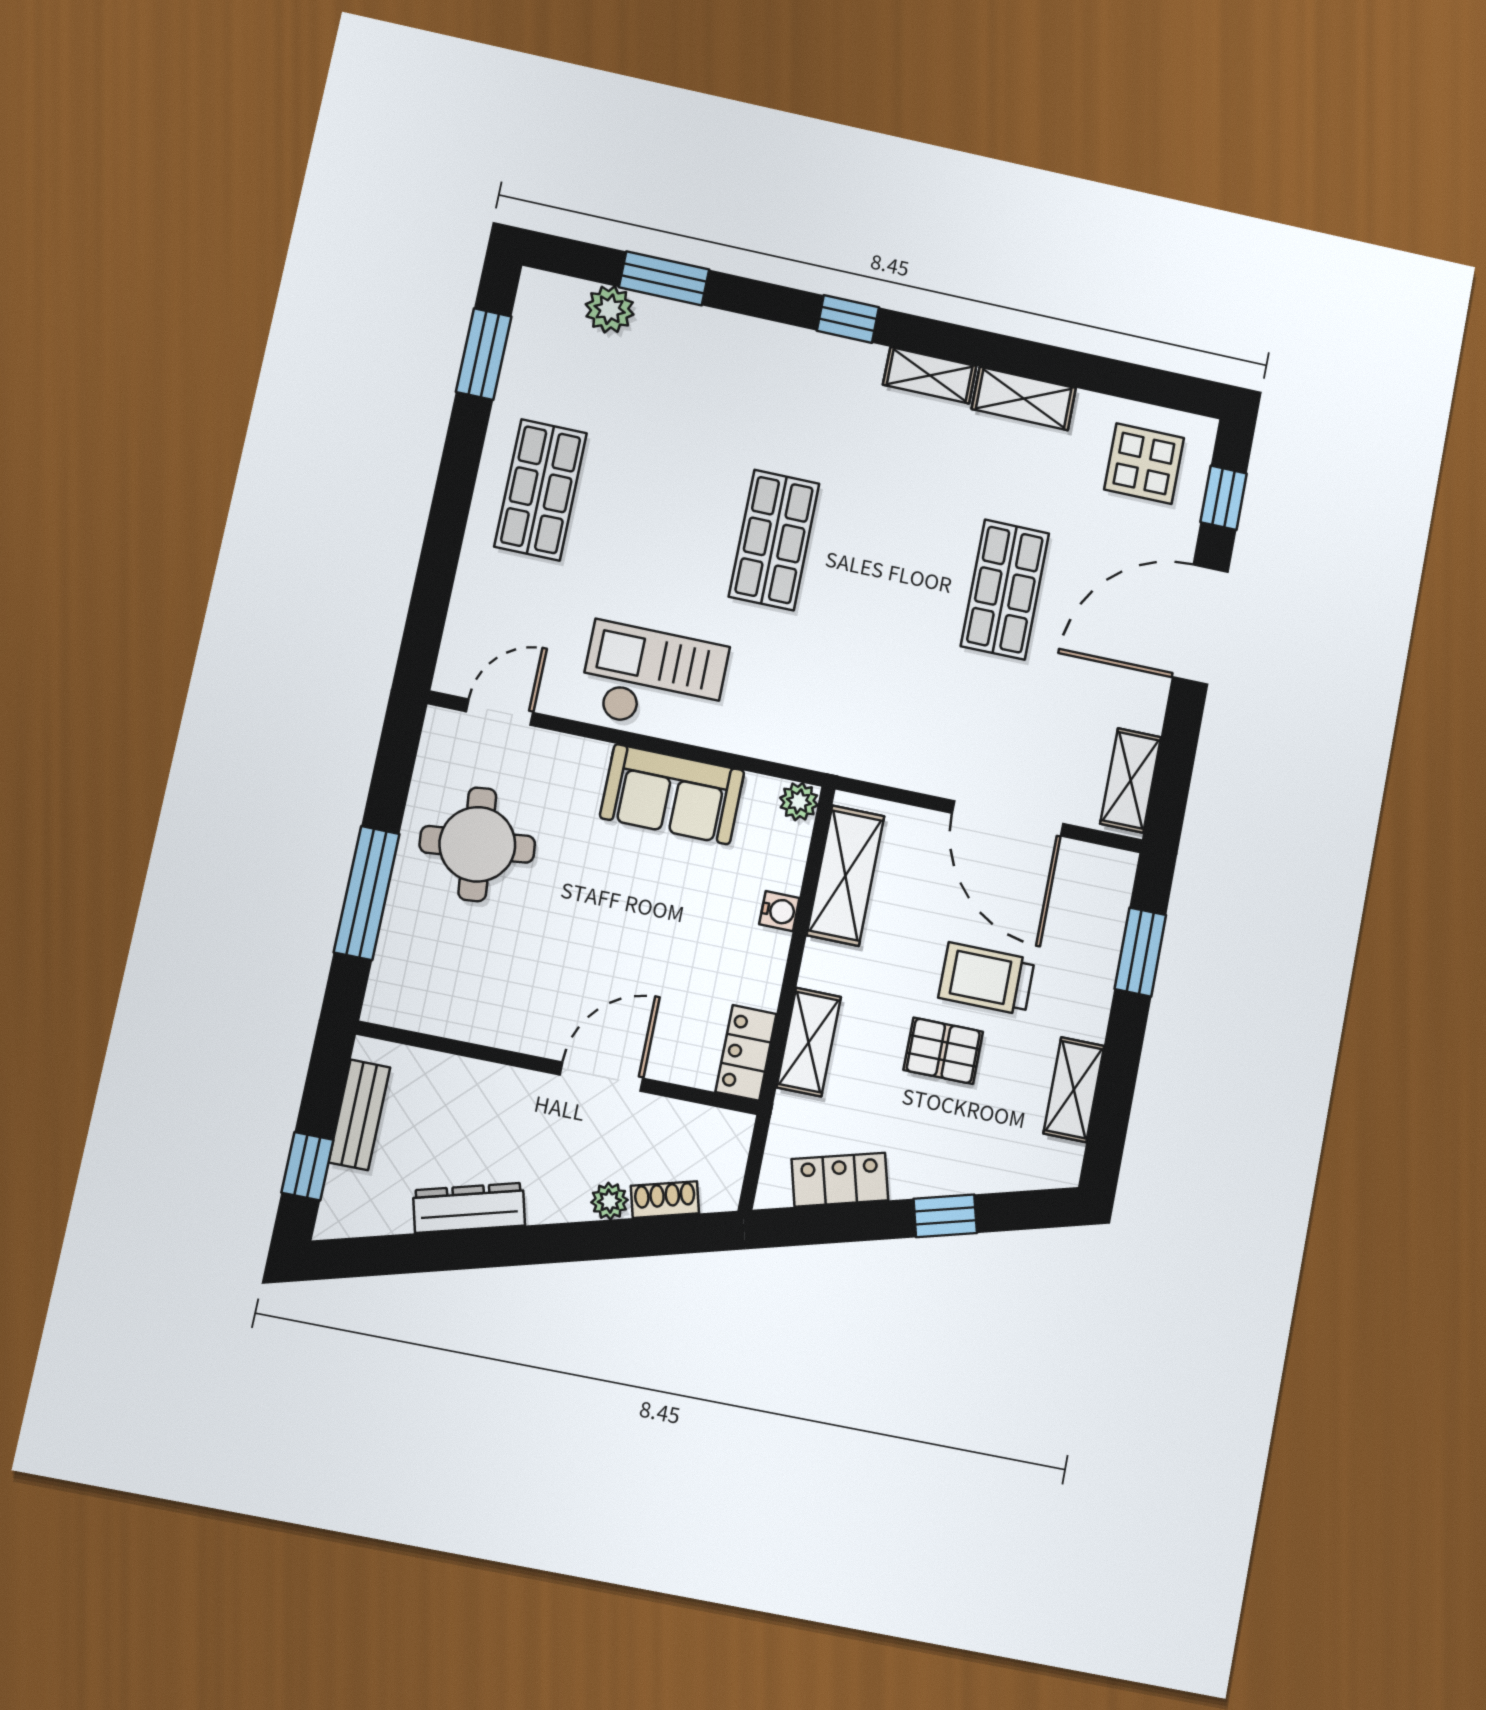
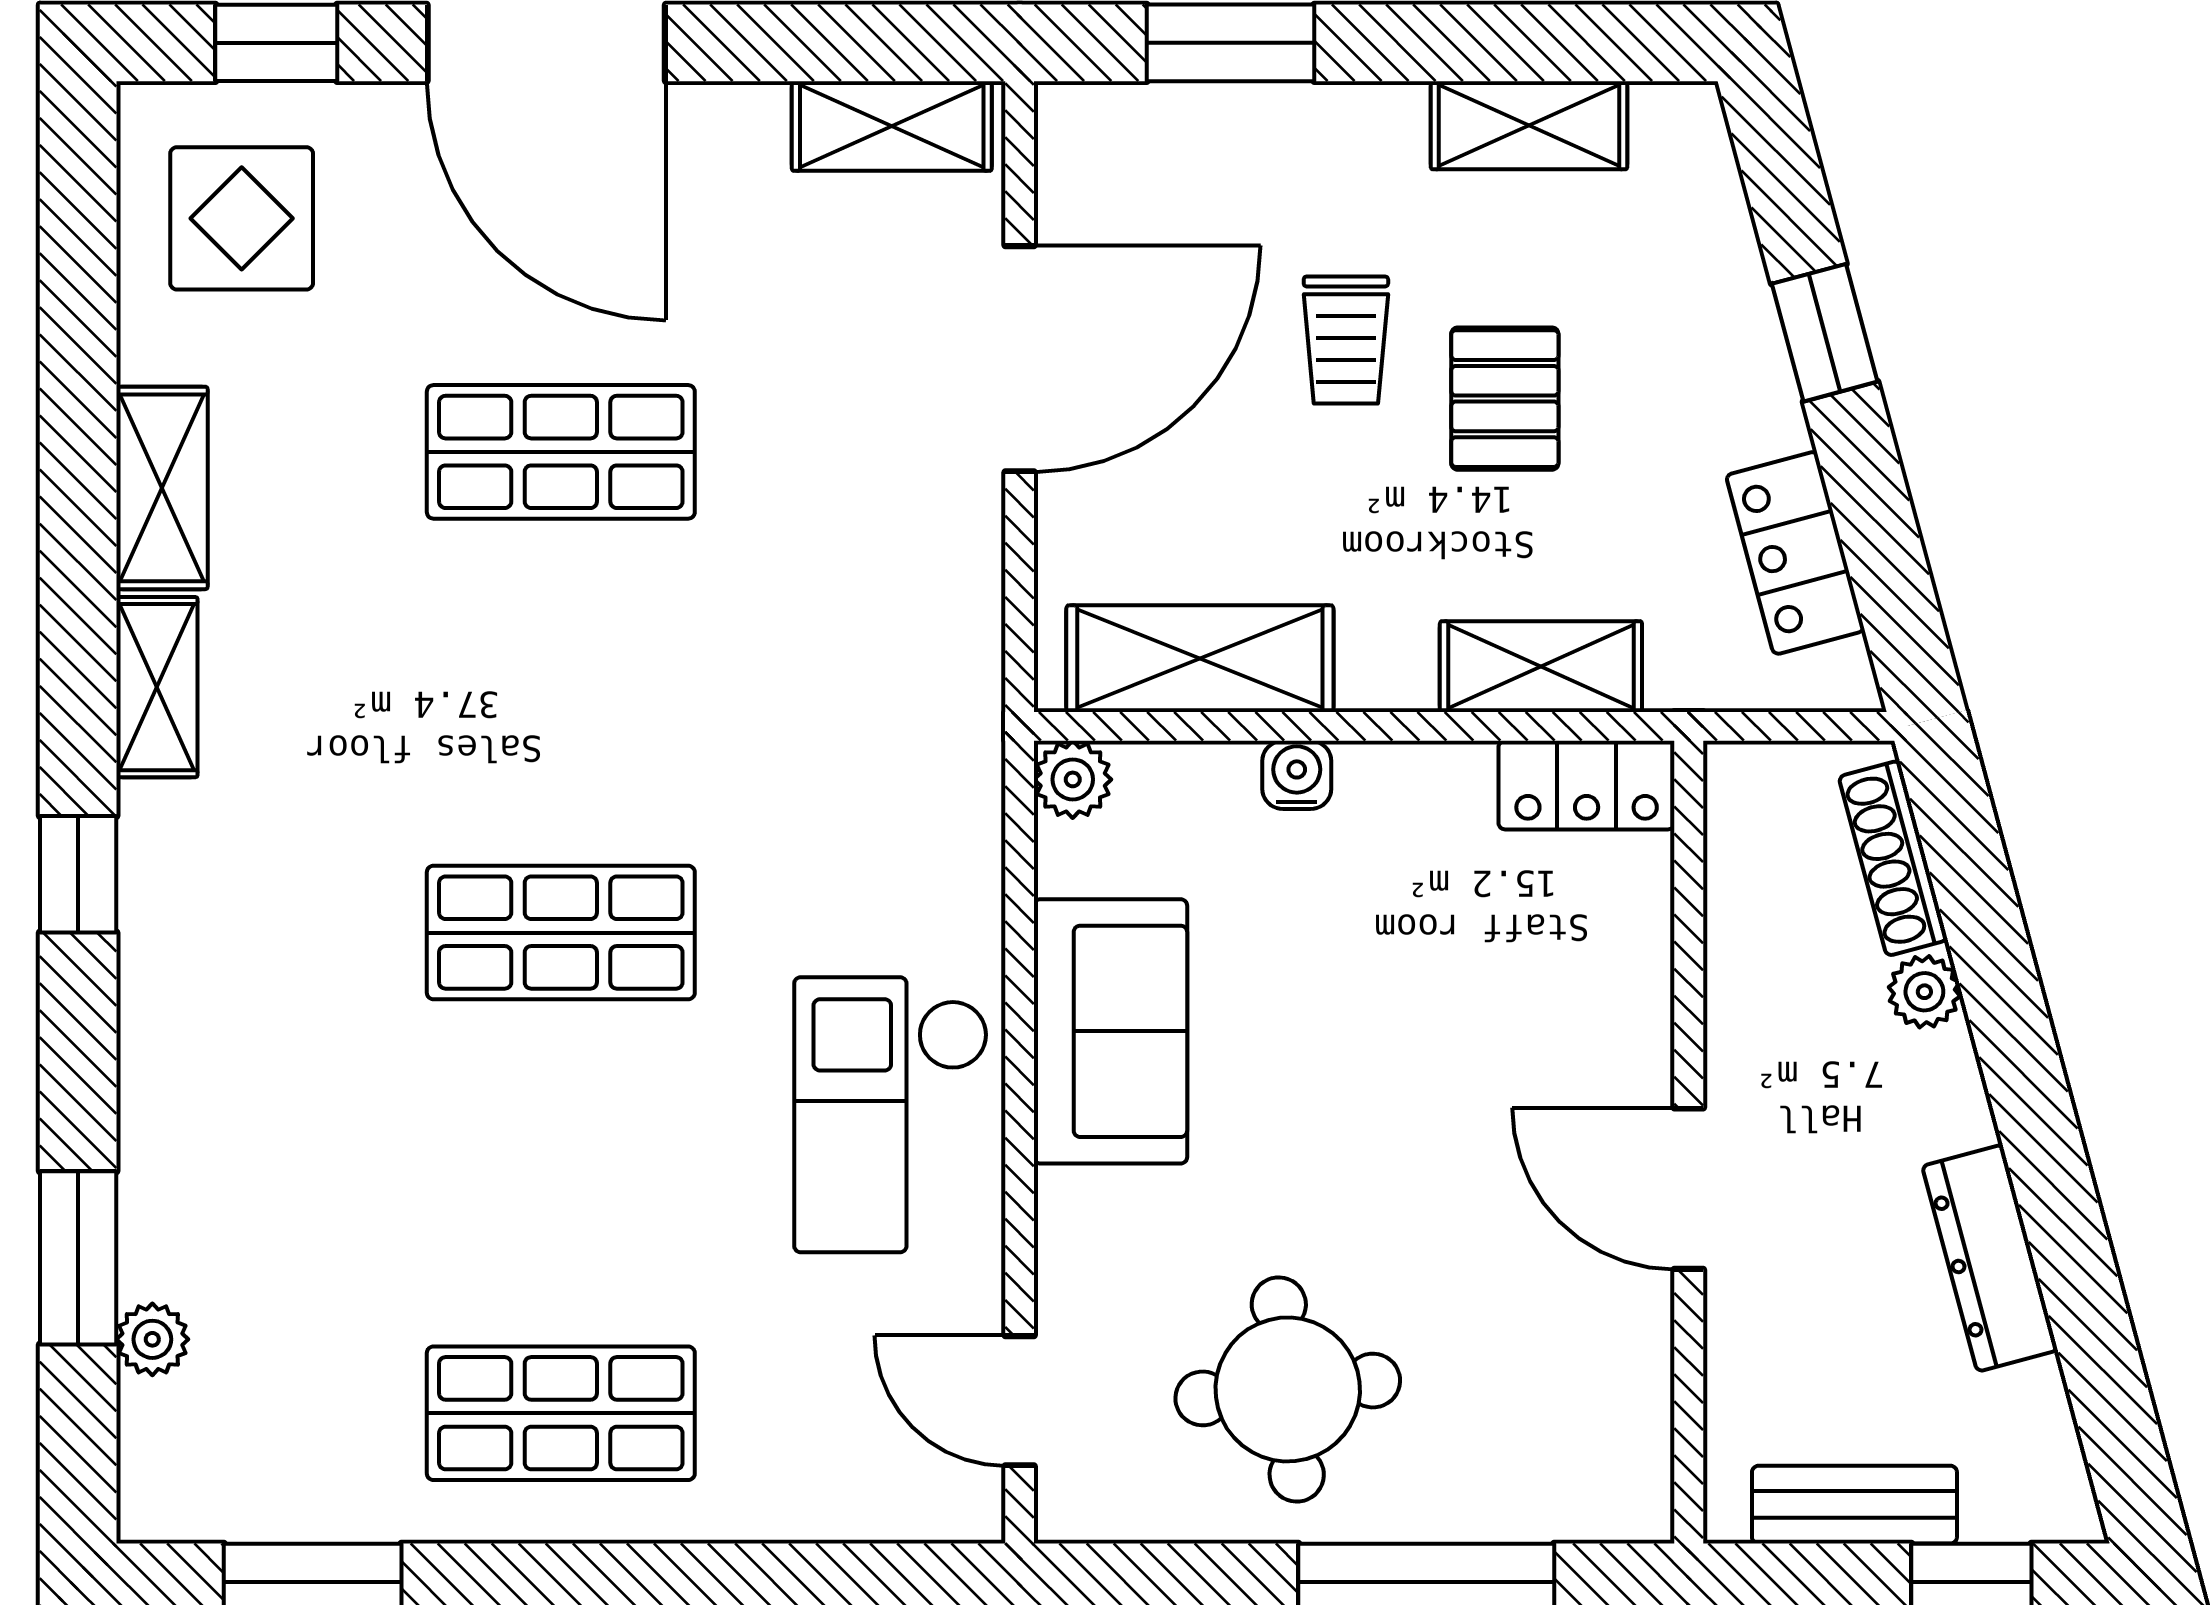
plant: (610, 309) -> (152, 1339), width x0.73, depth x0.73
trolley: (987, 979) -> (1346, 340), width x0.73, depth x0.72
door: (602, 1077) -> (1689, 1189), moved
shoe rack: (665, 1200) -> (1893, 858), width x1.43

